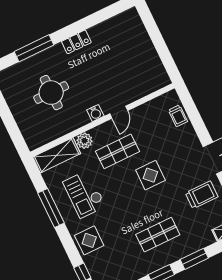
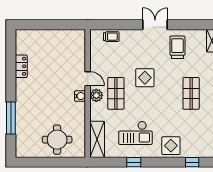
locker: (76, 42) -> (21, 66), moved
round table: (51, 93) -> (57, 140), moved
plant: (84, 141) -> (96, 95), moved
window: (51, 208) -> (134, 162), width x0.46

